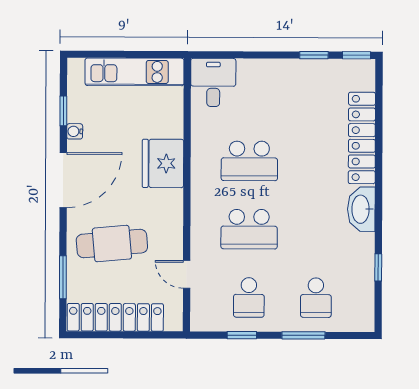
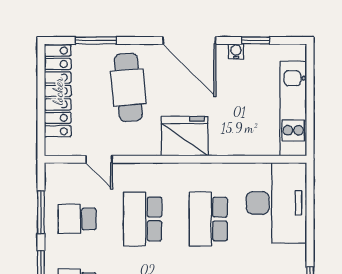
desk: (213, 82) -> (276, 203), width x1.87, depth x1.30
fridge: (163, 163) -> (185, 136), moved
door: (187, 274) -> (99, 159), swing flipped
window: (242, 335) -> (41, 212), width x1.50

